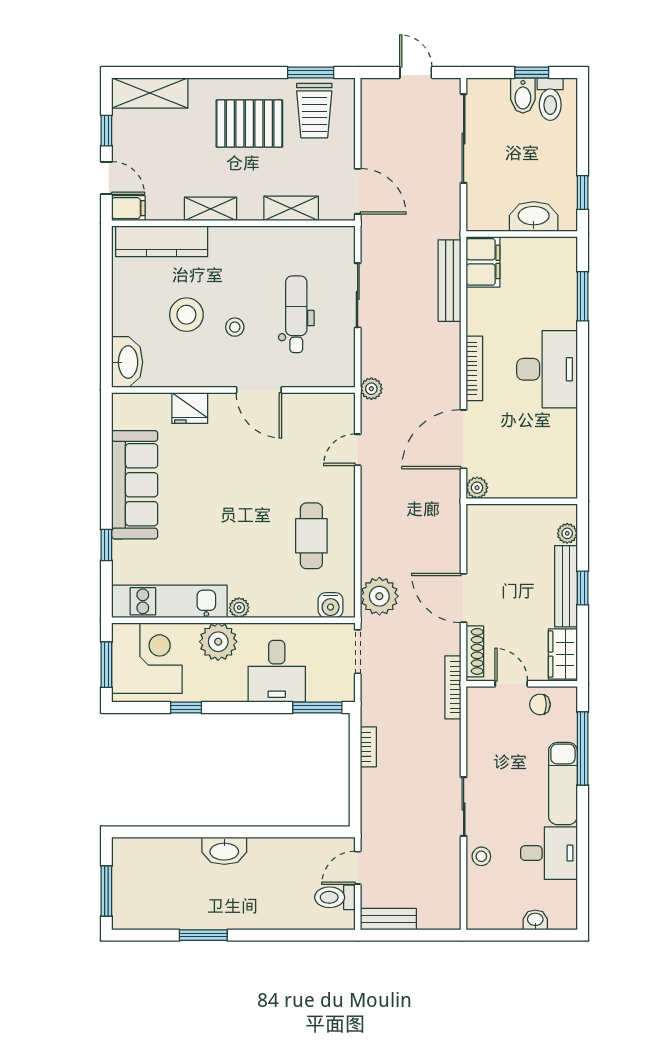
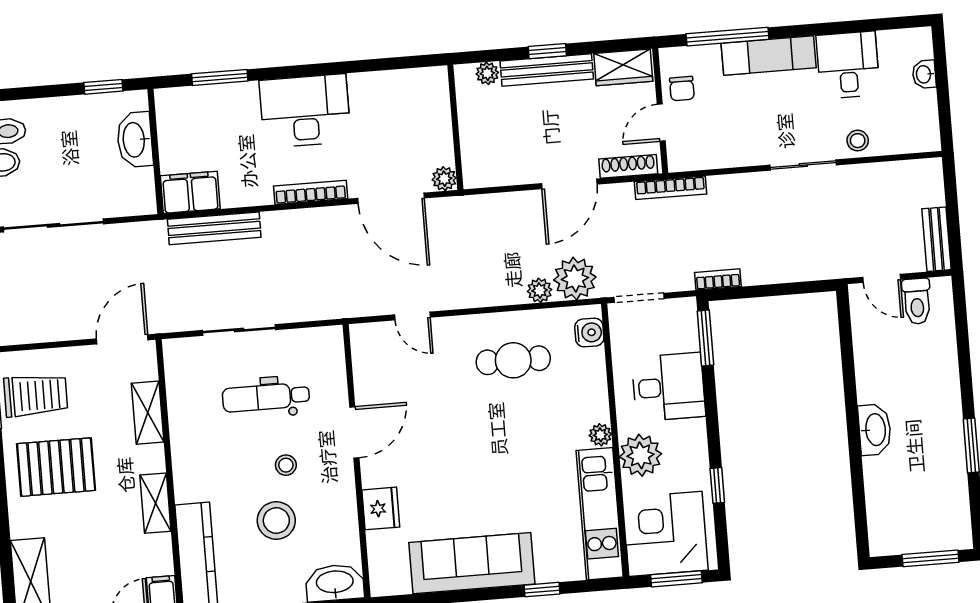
pallet: (249, 124) -> (56, 467), turned 90
plant: (371, 389) -> (540, 290), moved
bookcase: (368, 747) -> (718, 279), moved

